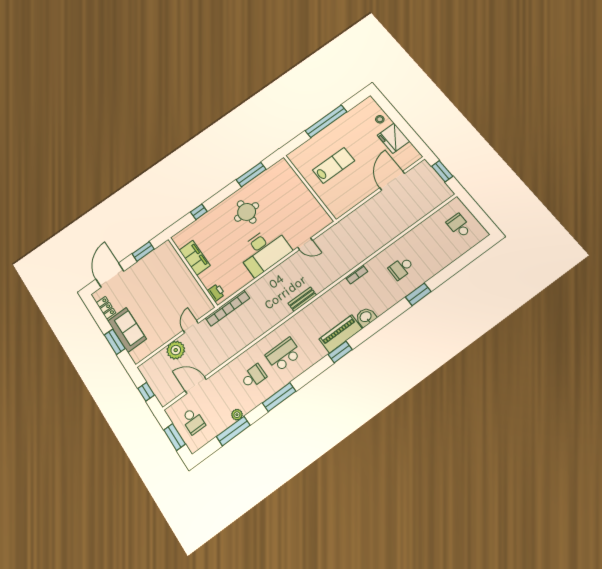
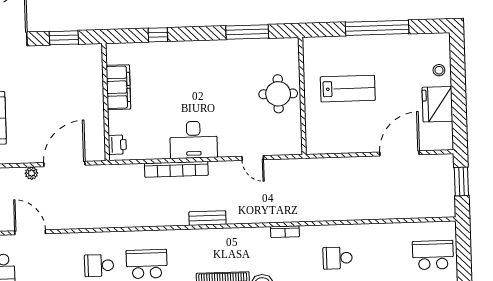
round table: (247, 212) -> (278, 94), moved
school desk: (459, 226) -> (433, 255), width x1.85
desk: (264, 251) -> (194, 140), width x0.73, depth x0.77
bookcase: (227, 308) -> (176, 169), moved
door: (191, 327) -> (64, 164), width x1.87
plant: (176, 350) -> (31, 173), width x0.53, depth x0.53
school desk: (254, 377) -> (99, 265), turned 180

